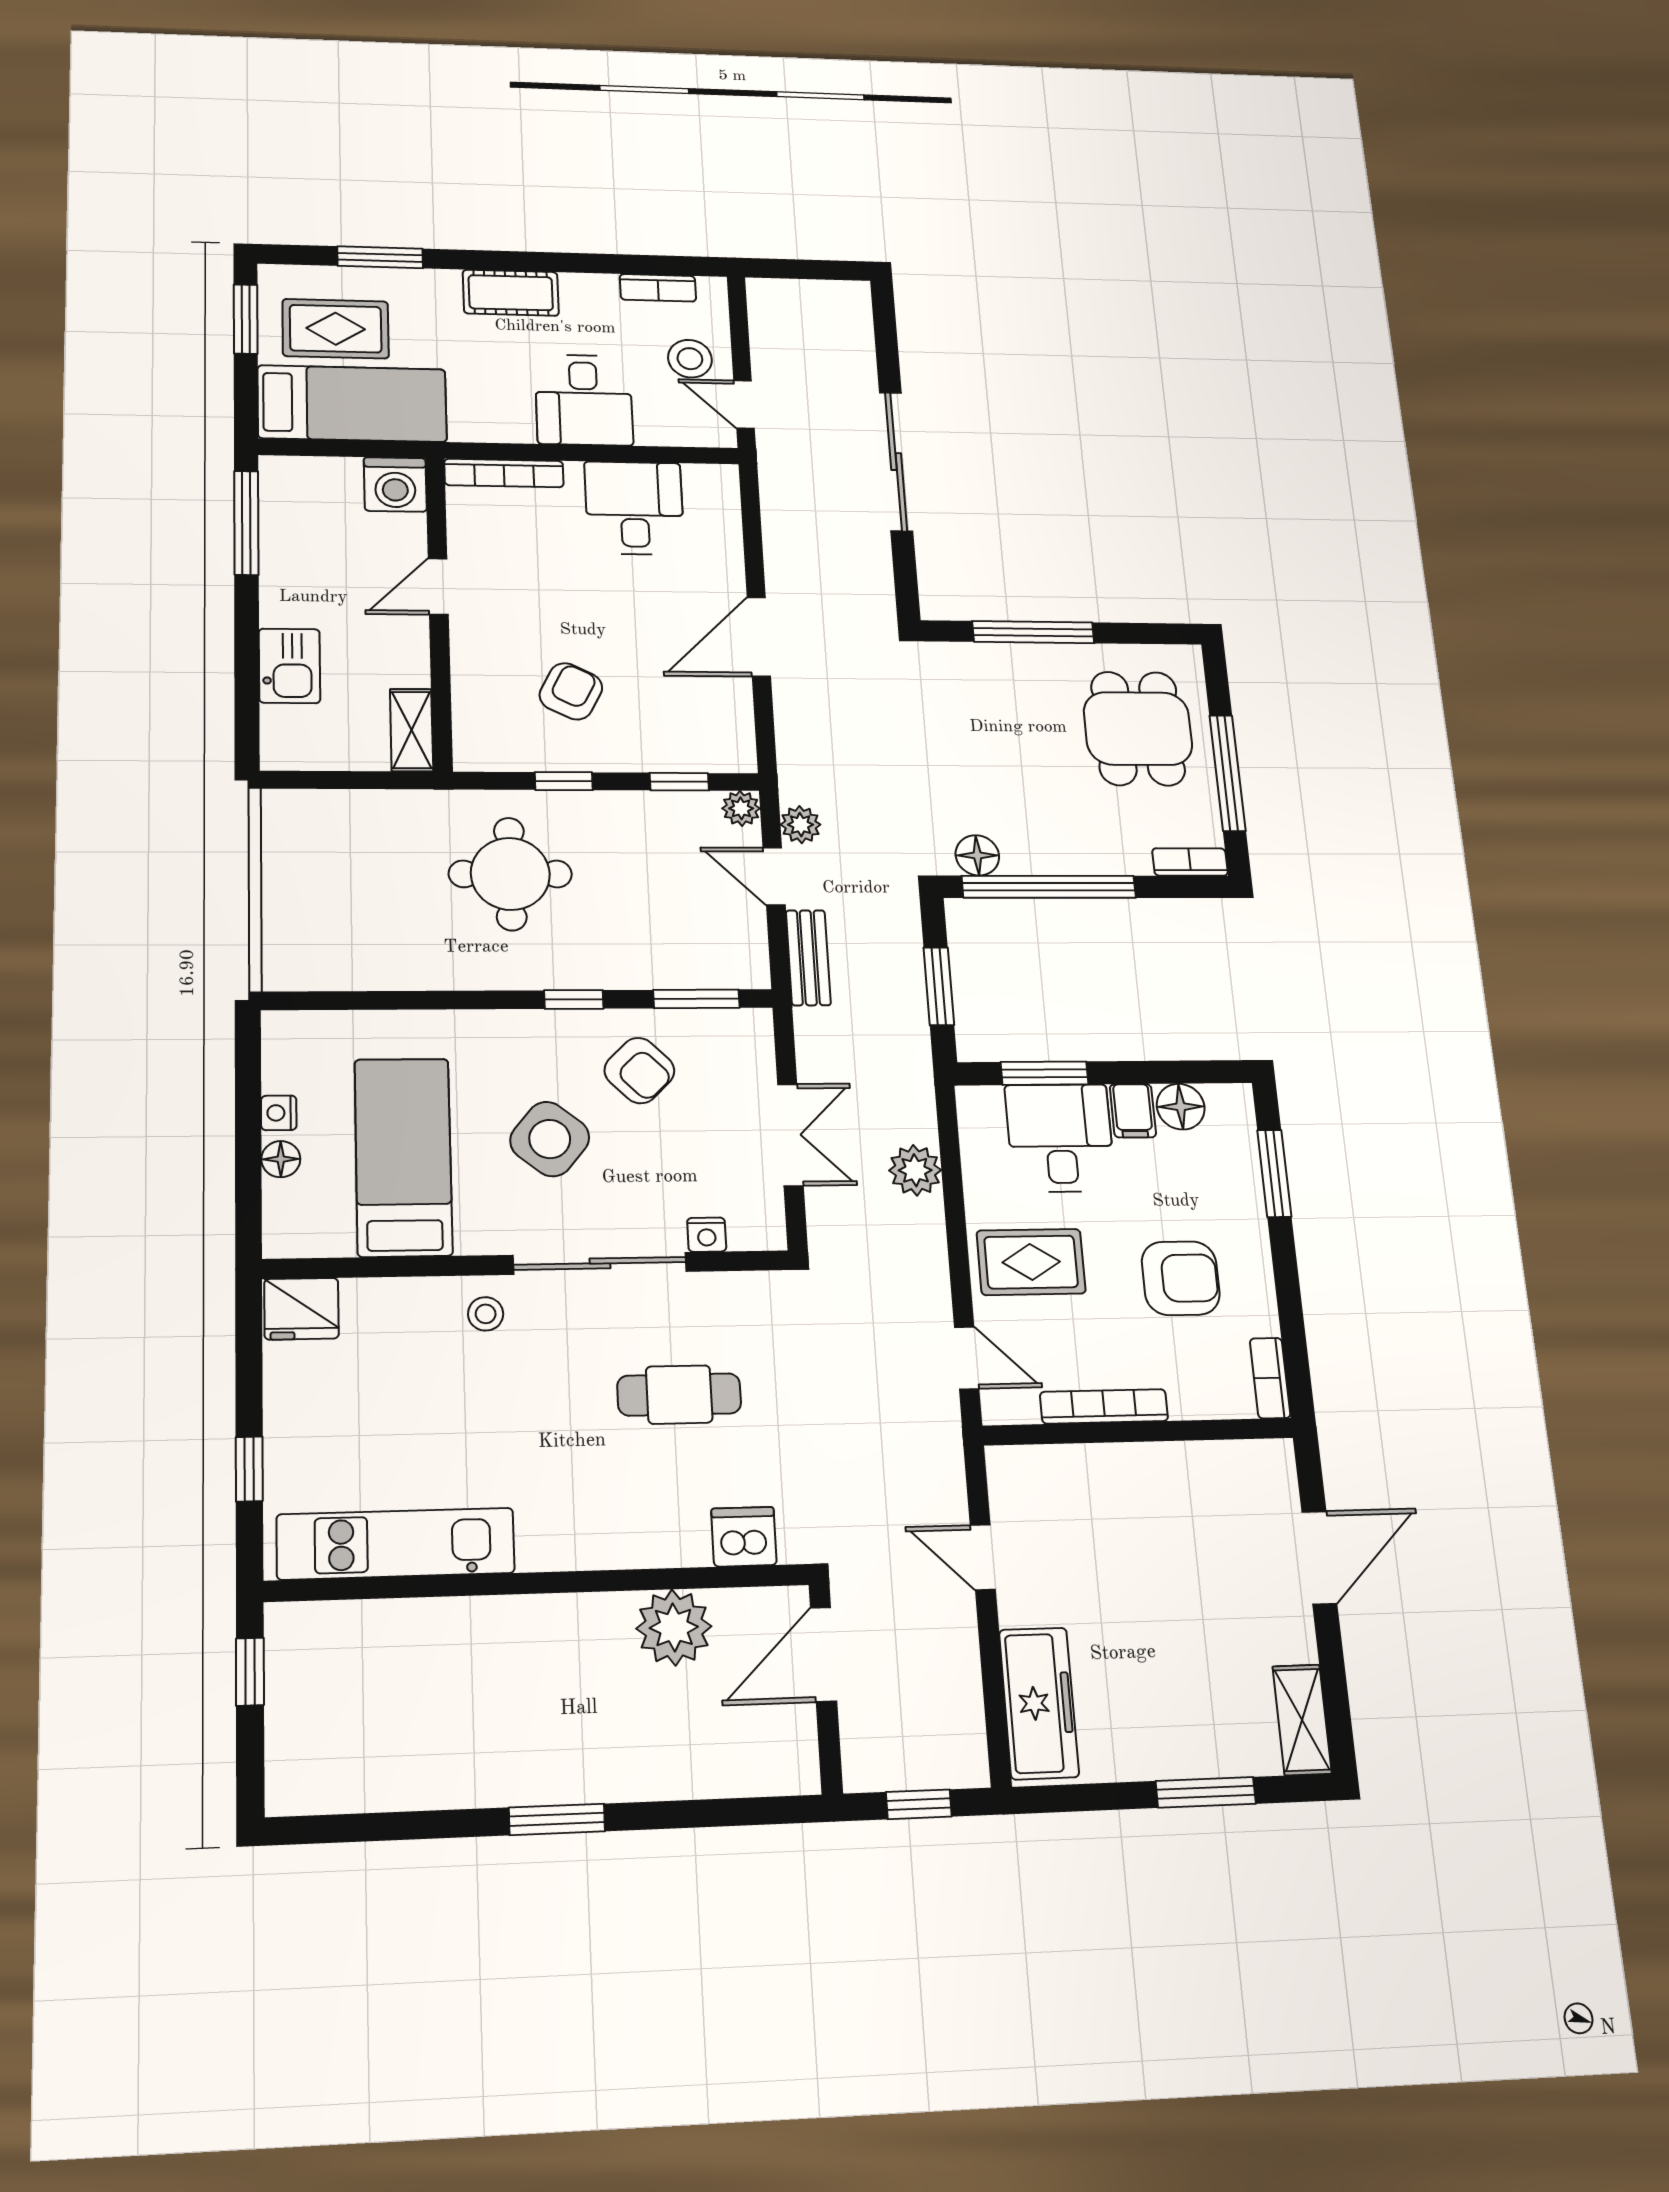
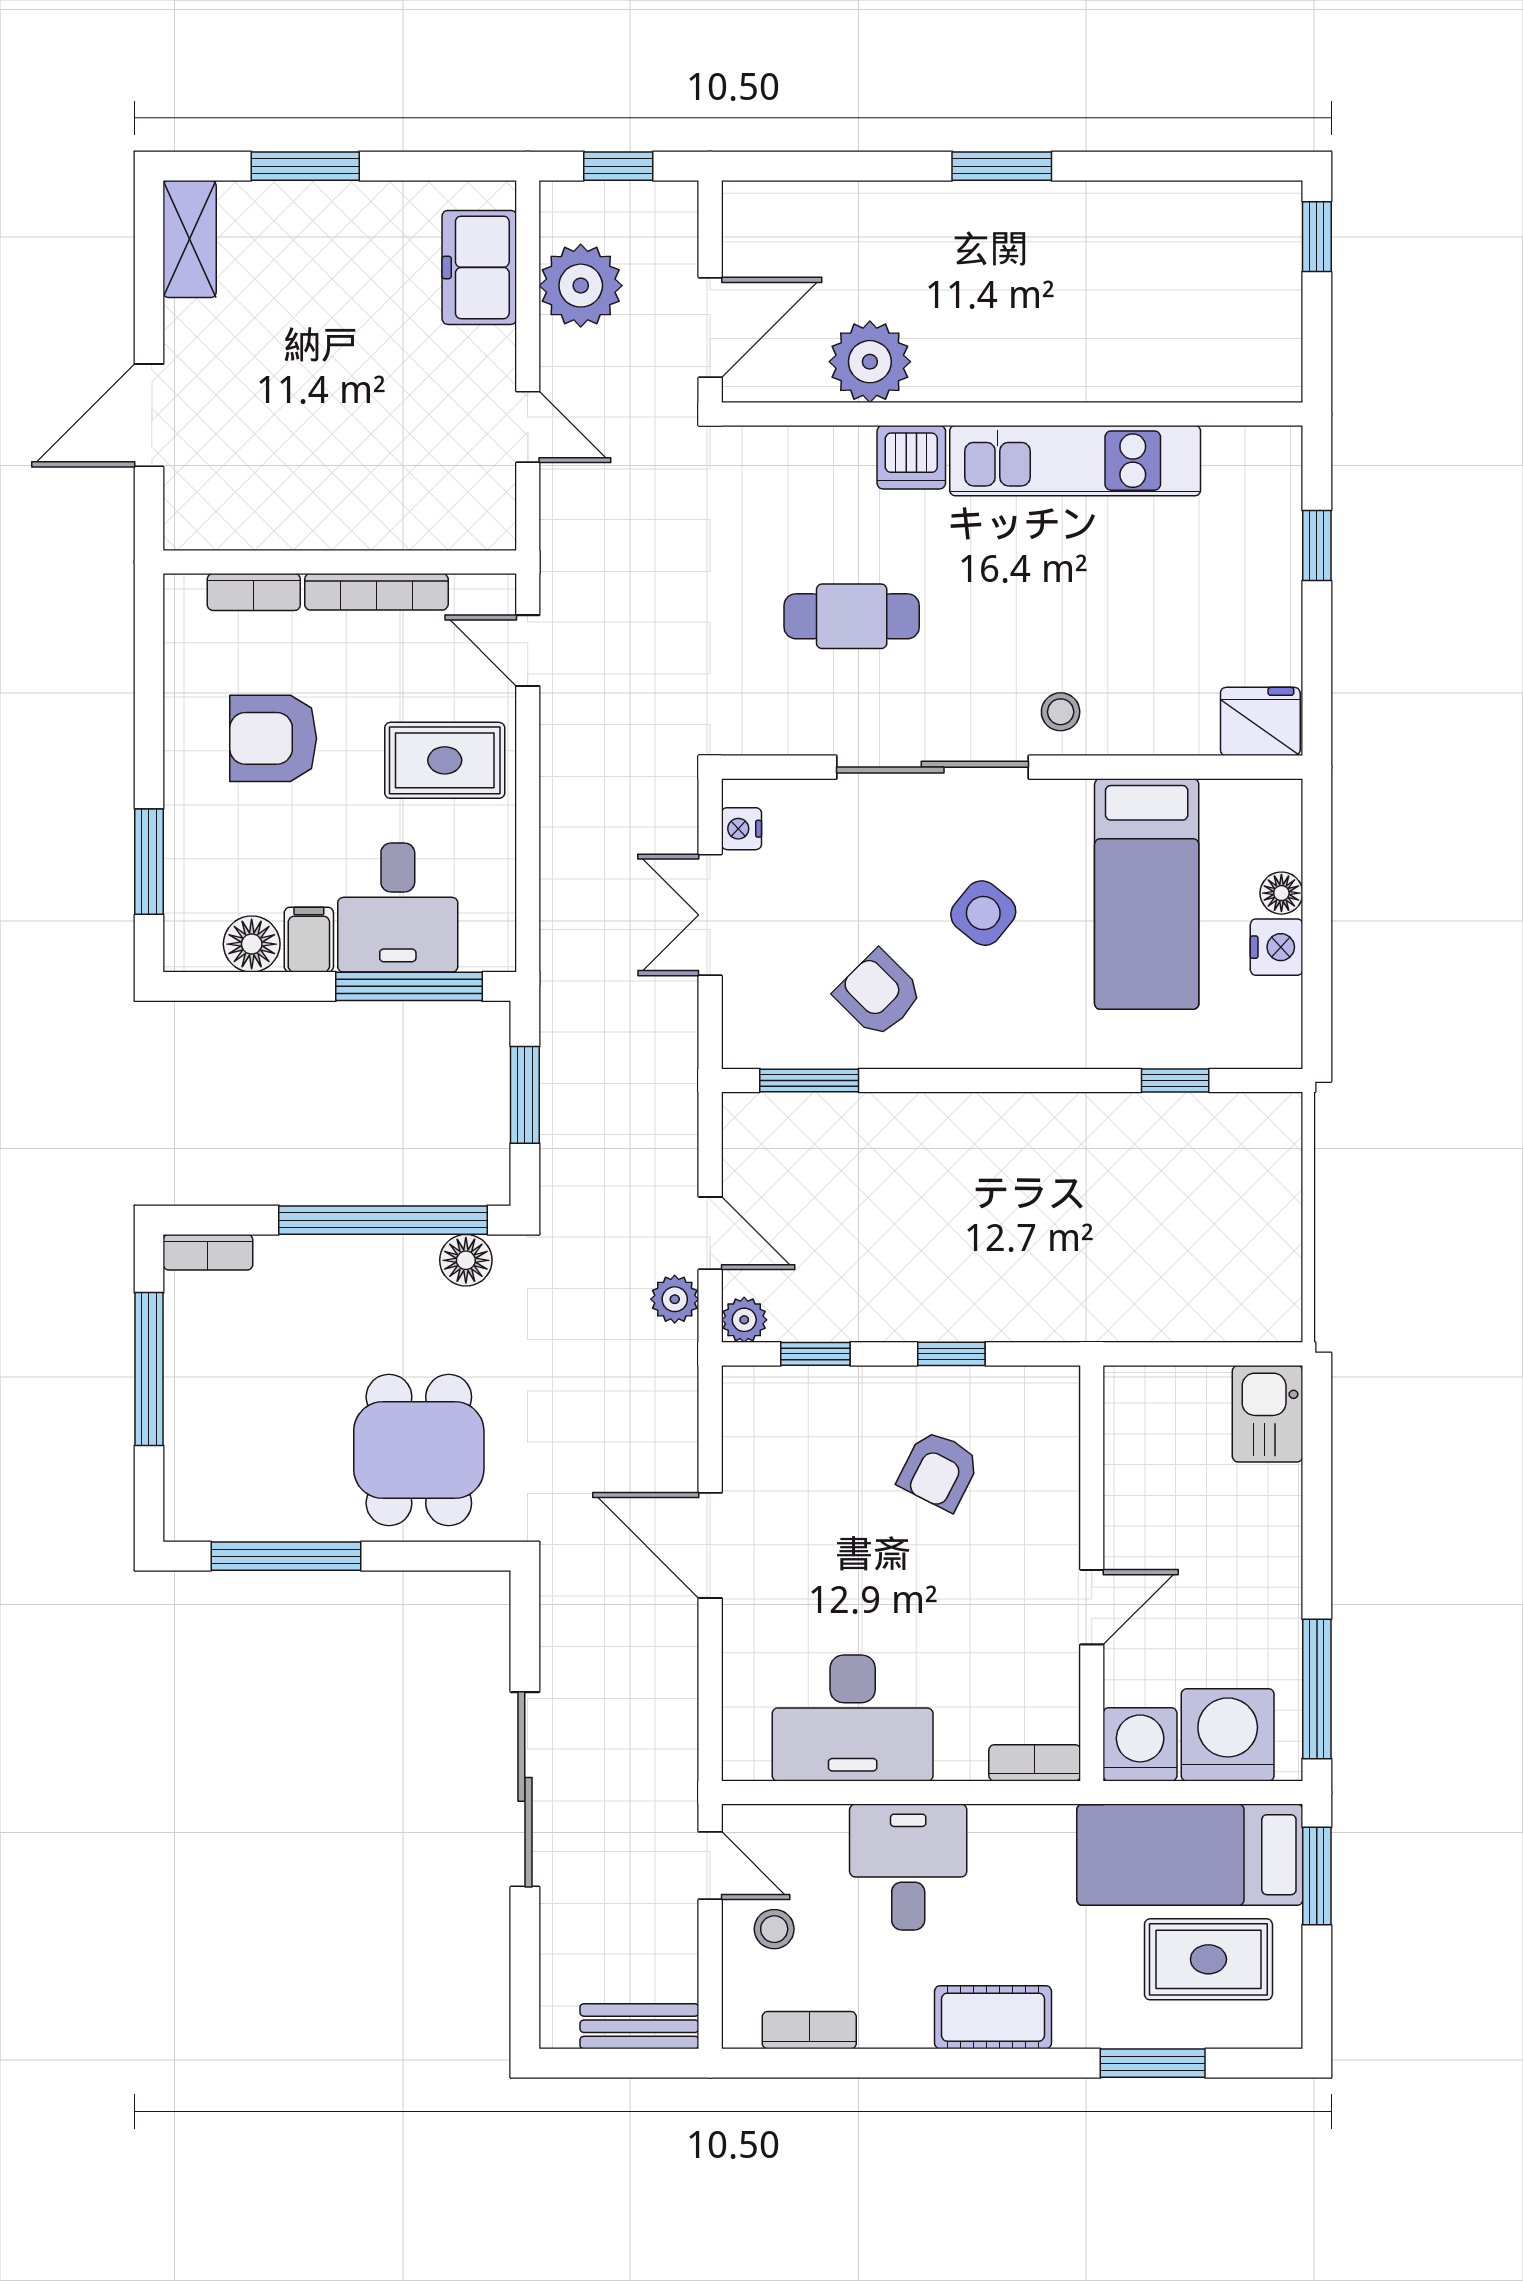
window: (246, 319) -> (1317, 1876), moved
stool: (690, 359) -> (774, 1929), width x0.73, depth x0.73
bookcase: (504, 473) -> (1035, 1763), width x0.64
washing machine: (322, 490) -> (1228, 1735), added
desk: (634, 508) -> (853, 1718), width x1.37
window: (1033, 632) -> (286, 1556), moved
door: (759, 637) -> (710, 1545), swing flipped
kitchen sink: (289, 666) -> (1268, 1414), moved
dining table: (1138, 729) -> (419, 1450), moved
shelving: (411, 730) -> (1127, 1418), removed
round table: (510, 874) -> (1018, 1236), removed
bench: (808, 958) -> (639, 2026), moved, turned 90
window: (574, 999) -> (1175, 1080), moved
window: (1045, 1073) -> (409, 986), width x1.44
nightstand: (279, 1113) -> (1277, 947), width x1.39, depth x1.35
side table: (550, 1139) -> (983, 913), width x0.73, depth x0.73
plant: (915, 1170) -> (581, 286), moved, width x1.36, depth x1.36
nightstand: (707, 1235) -> (741, 829), moved, turned -90
bookcase: (1270, 1378) -> (254, 592), moved, turned 90
dishwasher: (744, 1537) -> (911, 457), moved
kitchen unit: (396, 1544) -> (1075, 461), moved
window: (250, 1672) -> (1317, 237), moved
freezer: (1039, 1703) -> (479, 267), width x0.71

